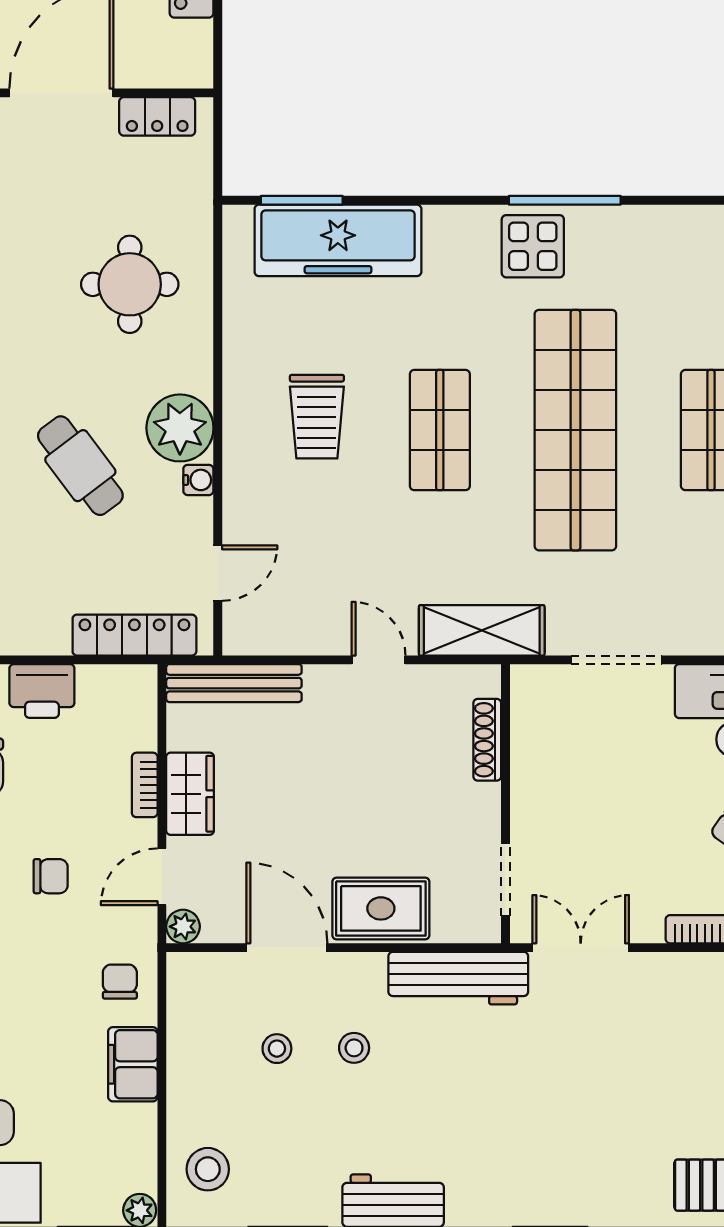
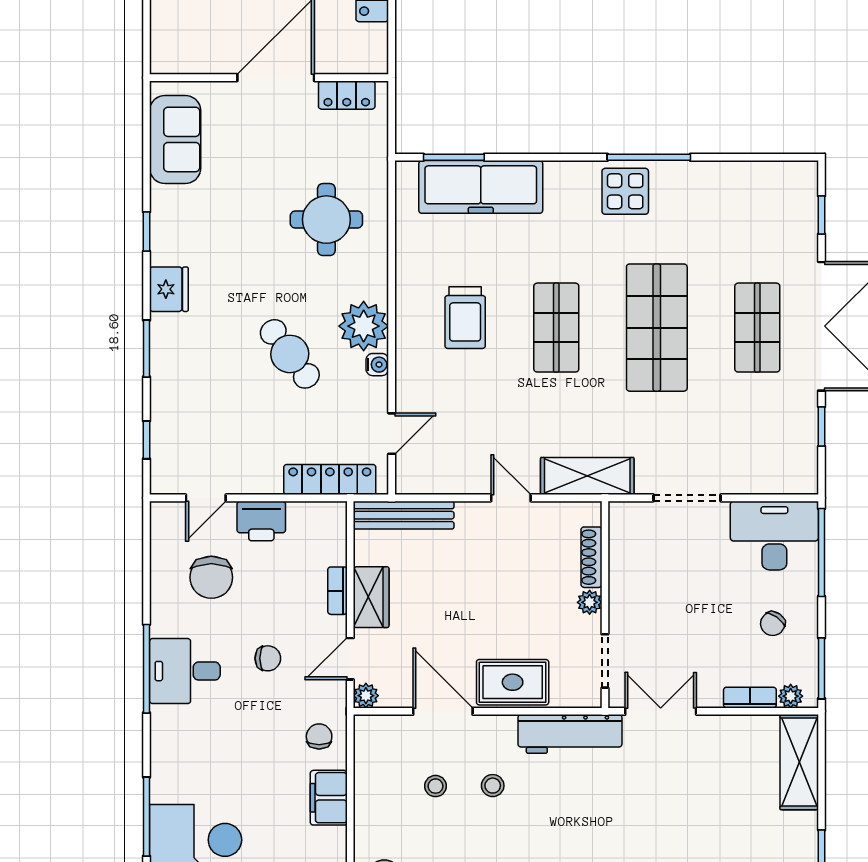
shop shelf: (575, 430) -> (657, 328), width x0.71
plant: (485, 801) -> (590, 602), added

